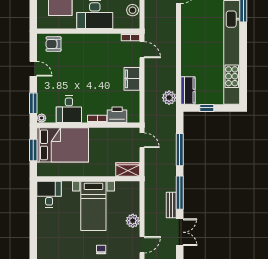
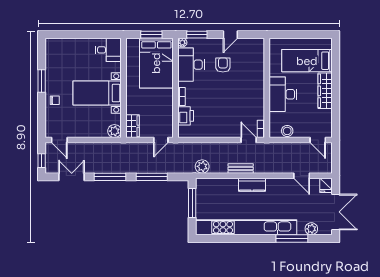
armchair: (54, 44) -> (223, 65), moved
door: (142, 50) -> (249, 140), swing flipped
filing cabinet: (132, 79) -> (220, 130), removed
kitchen counter: (188, 90) -> (252, 185), moved
window: (207, 108) -> (192, 203), width x2.17
desk: (69, 109) -> (191, 65), width x1.37
bench: (171, 205) -> (241, 168), moved
plant: (133, 221) -> (114, 131), moved
double door: (180, 232) -> (72, 177), swing flipped

